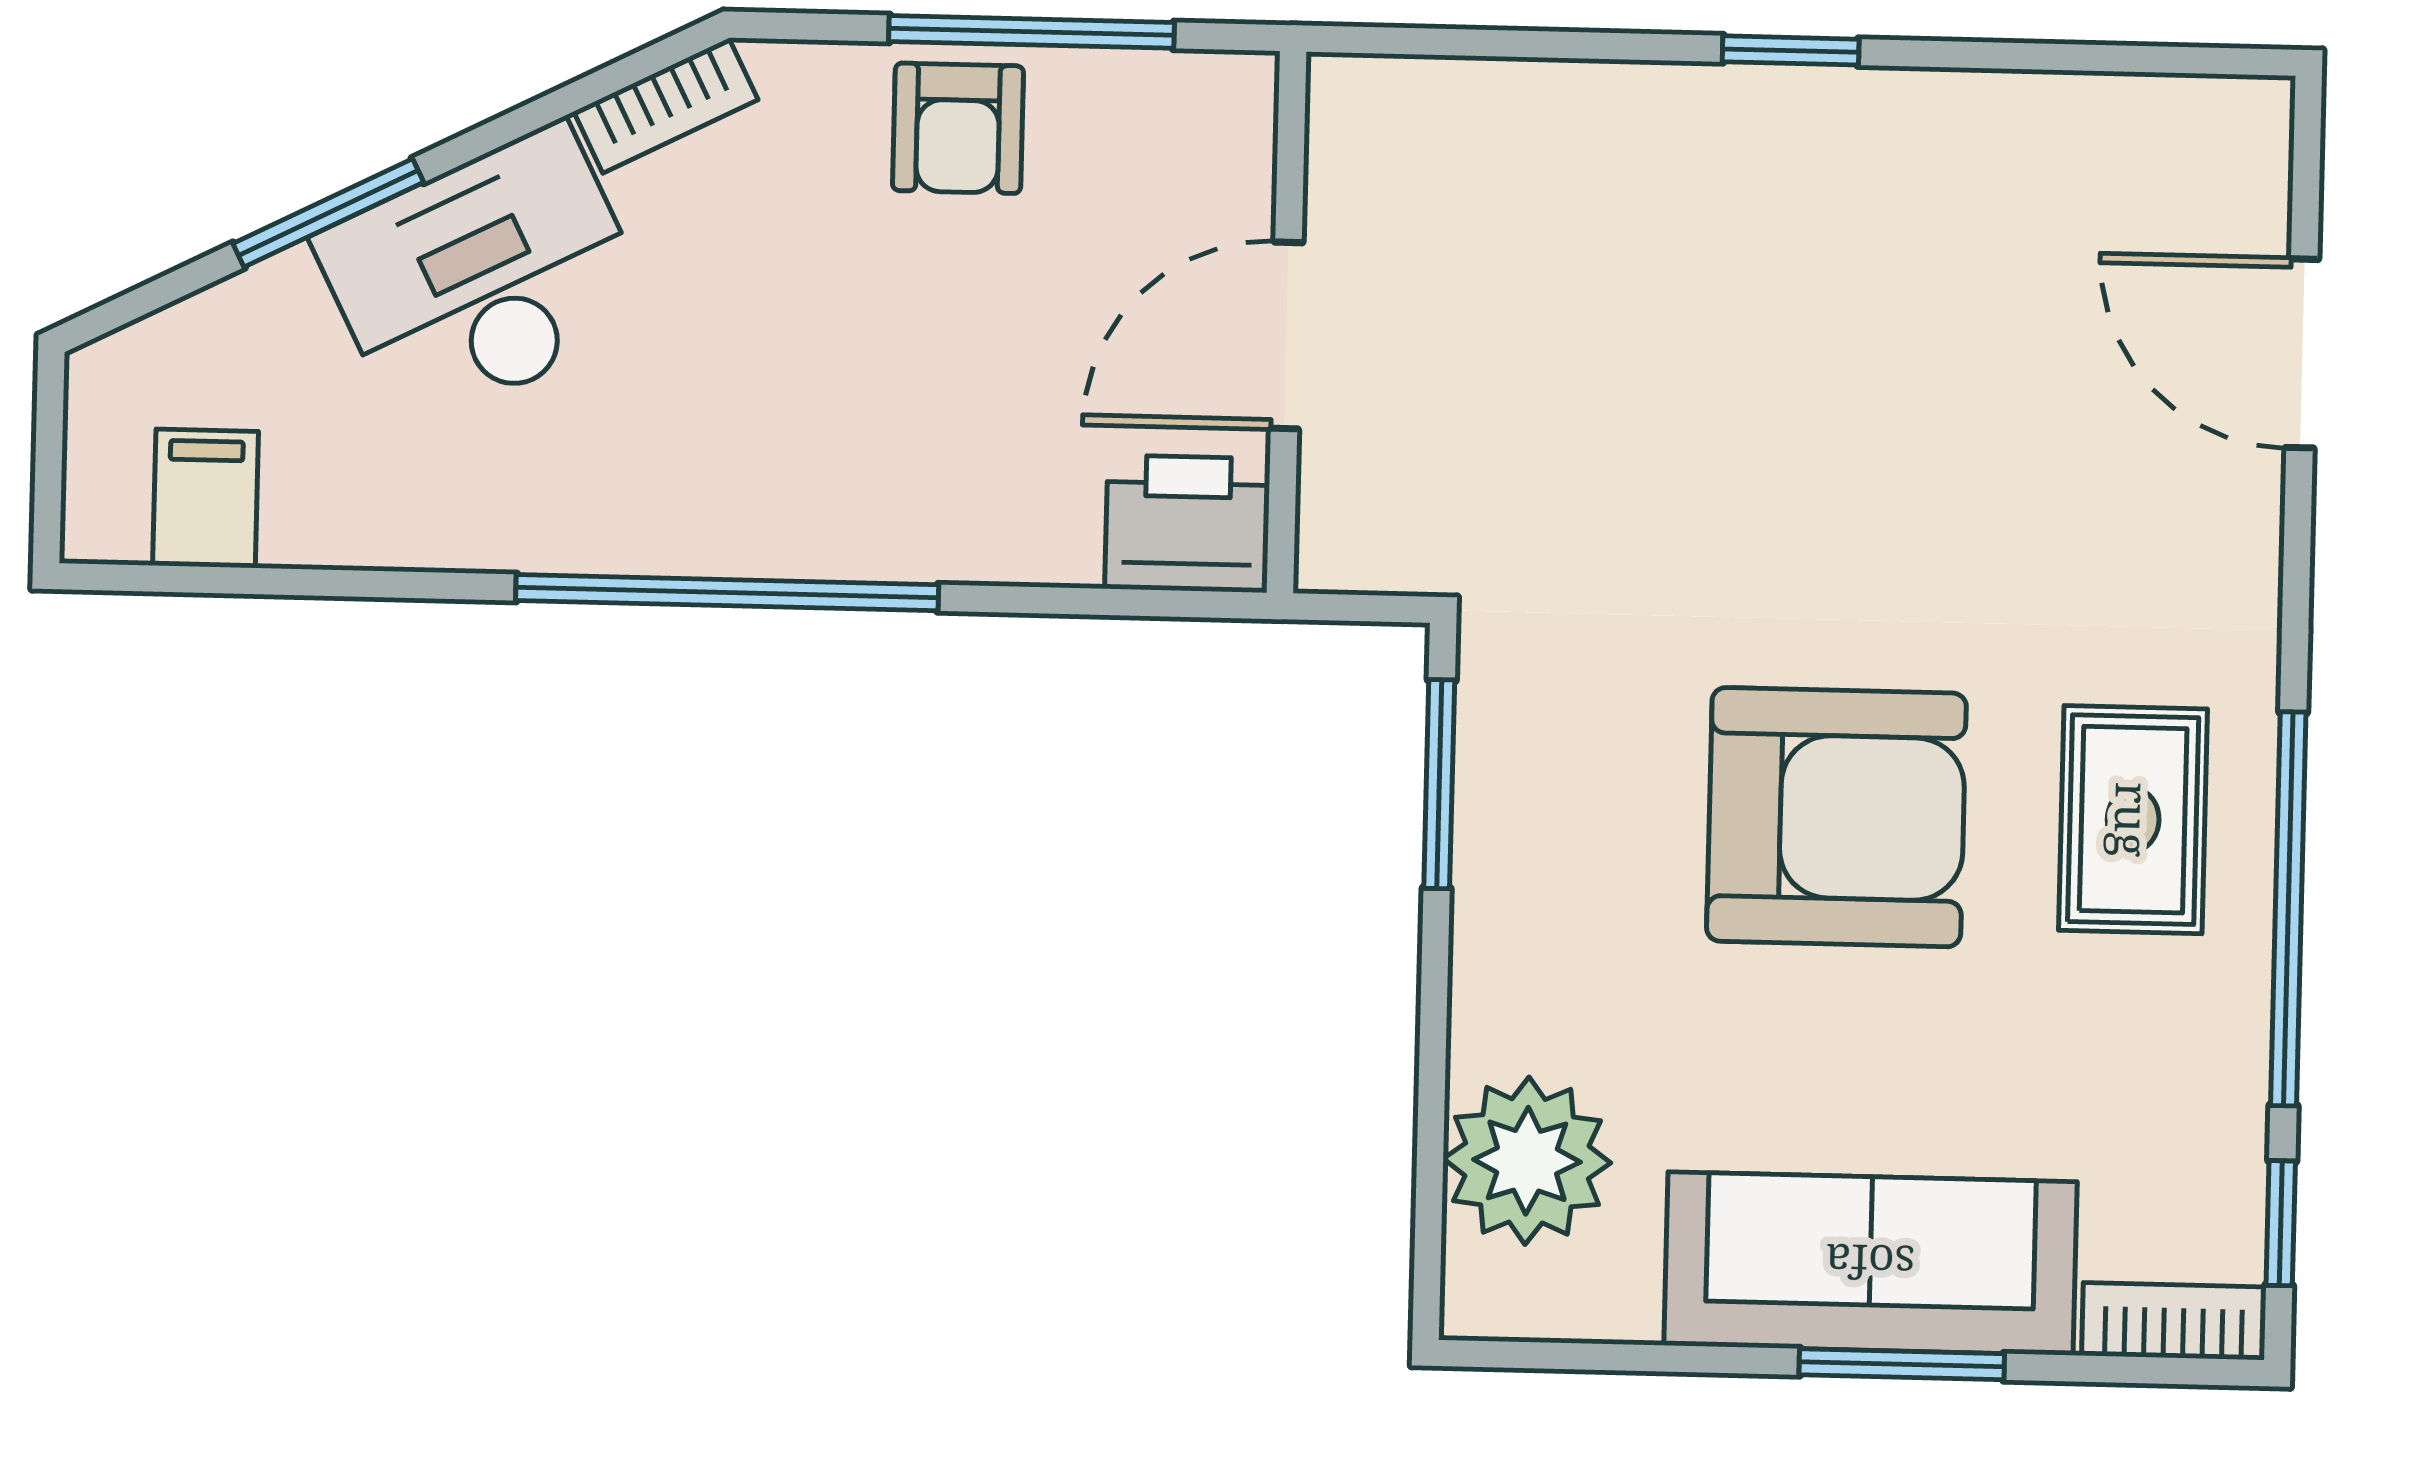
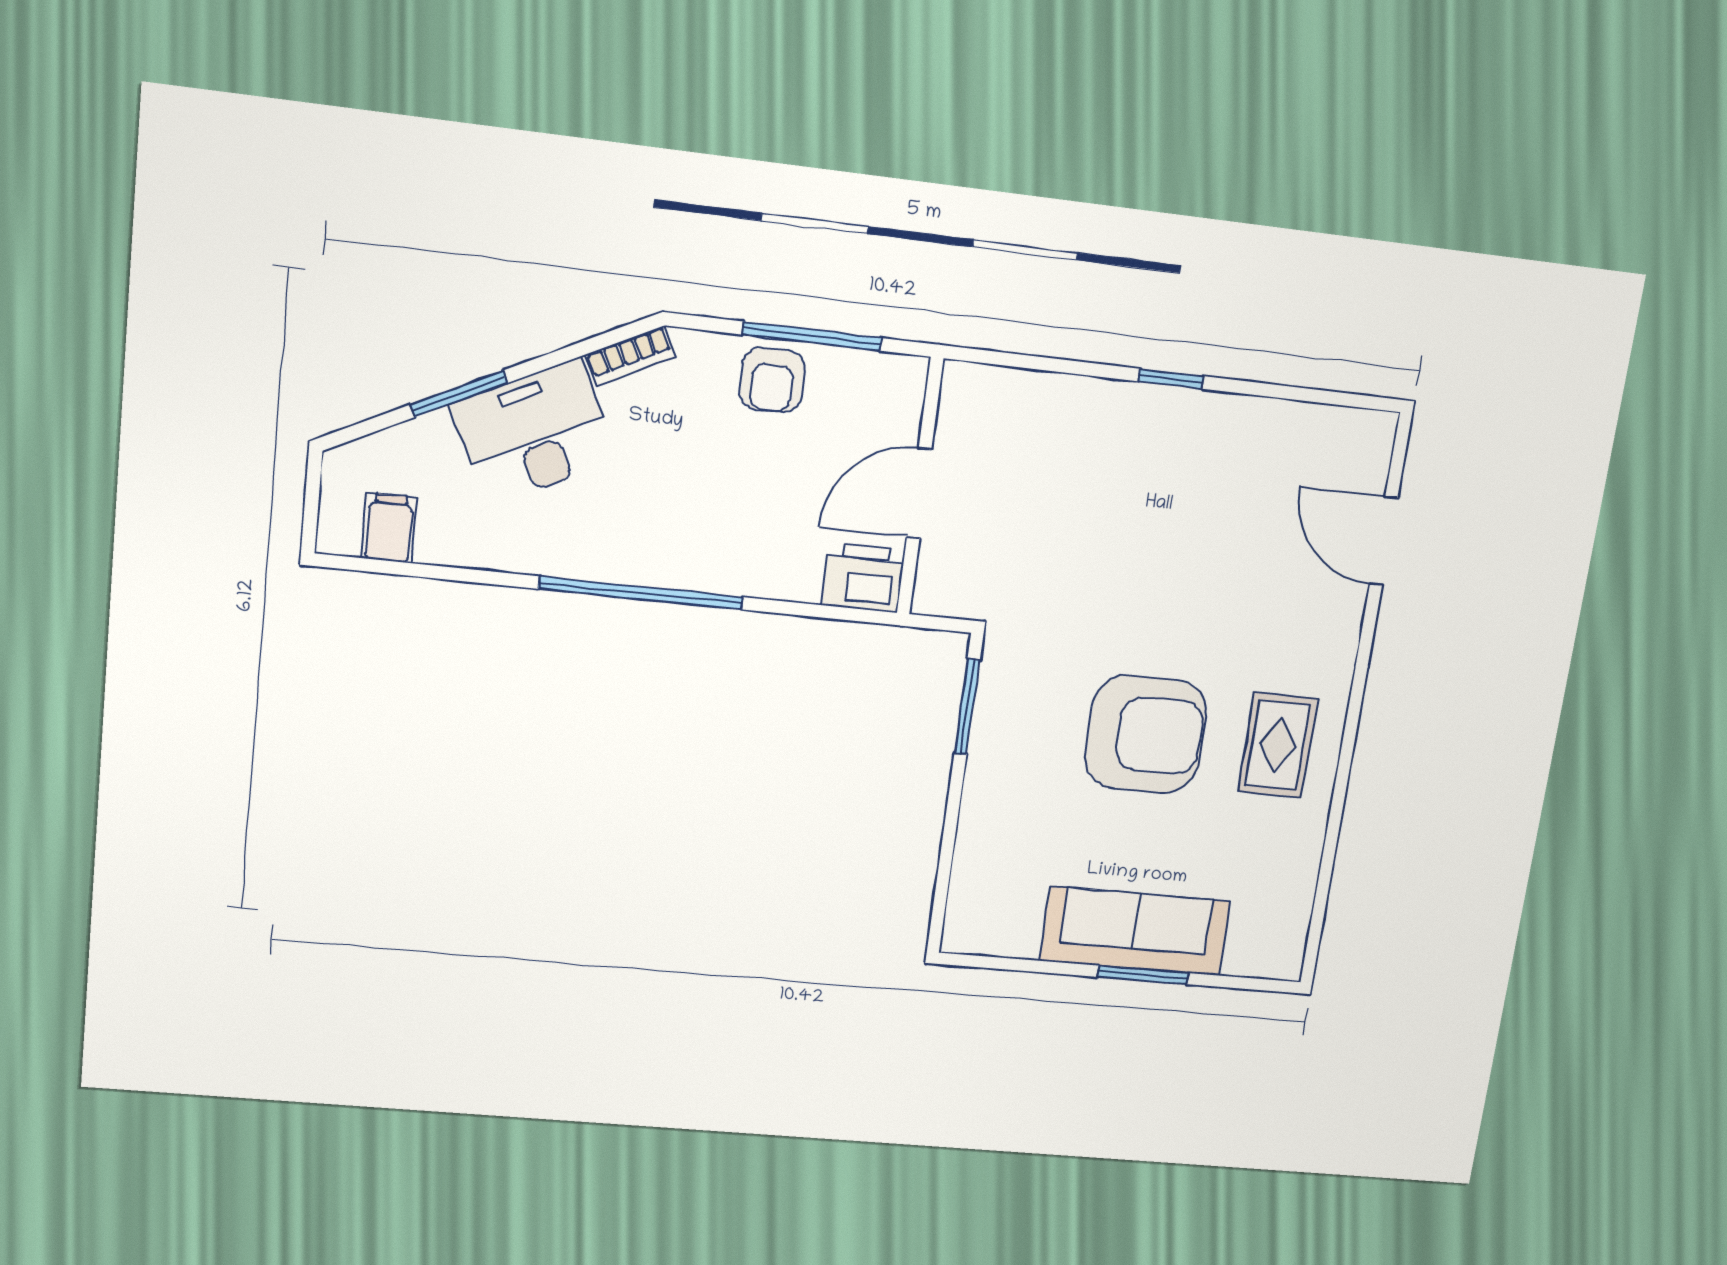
window: (2288, 909) -> (1340, 789), removed
plant: (1527, 1161) -> (987, 877), removed
window: (2281, 1223) -> (1316, 925), removed
bookcase: (2174, 1321) -> (1264, 964), removed

